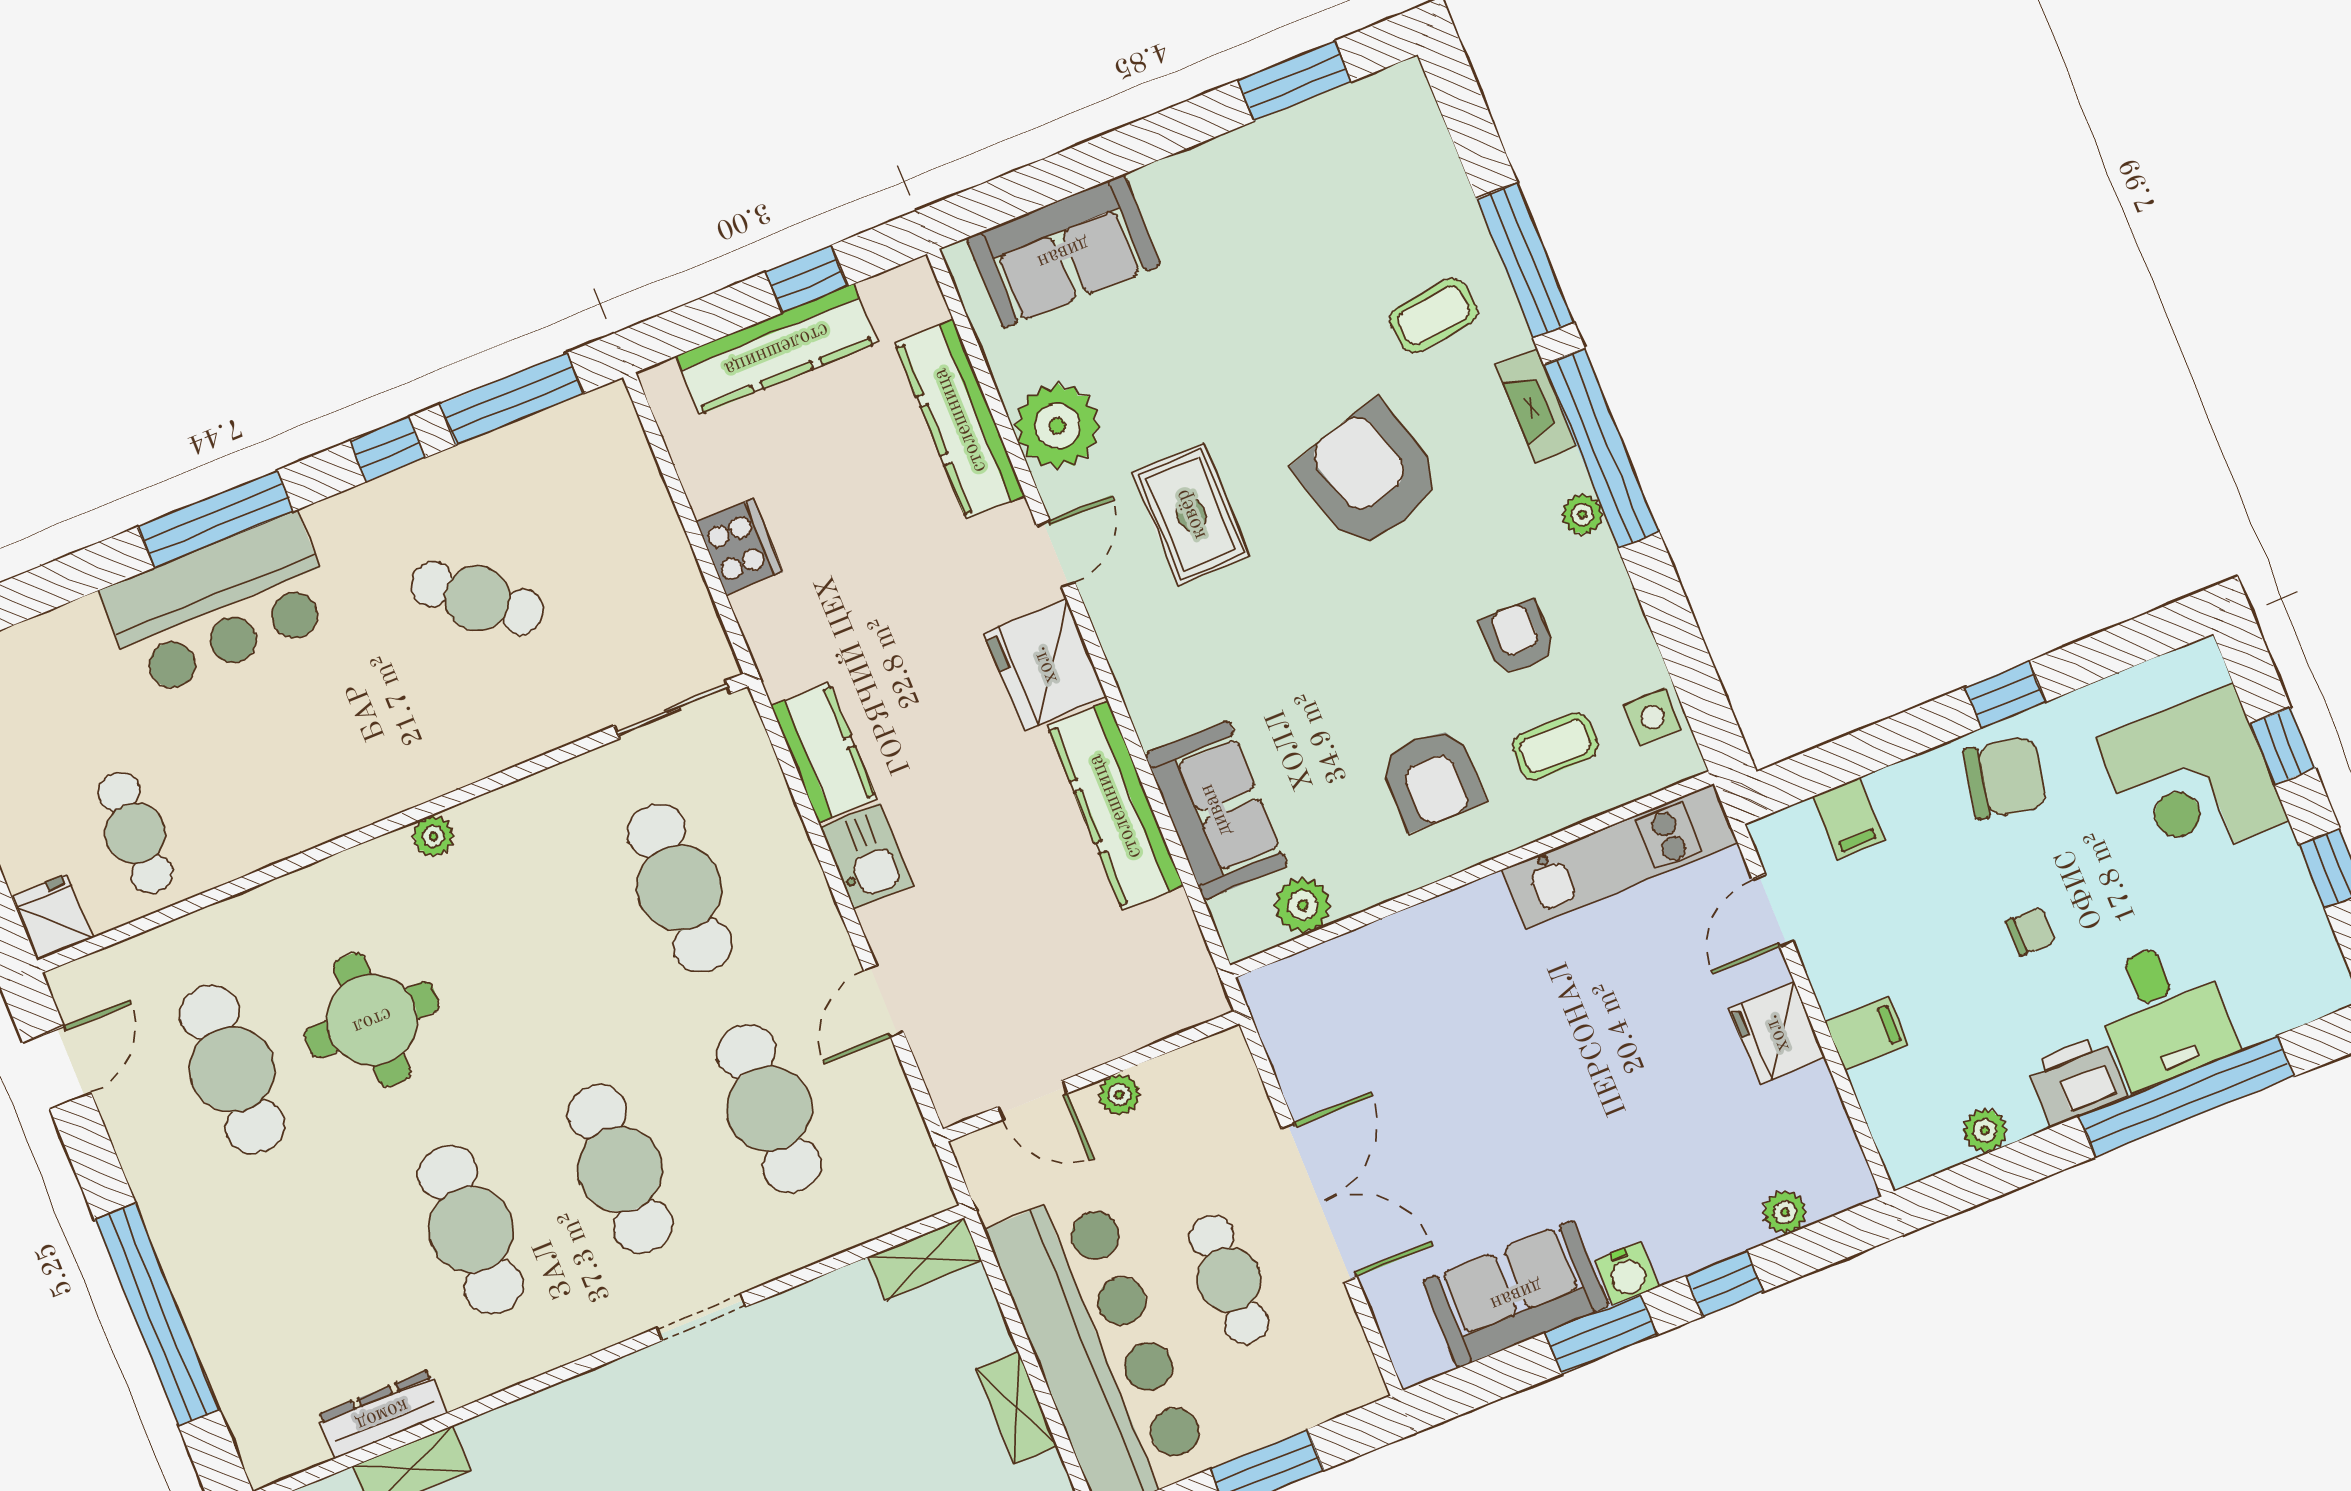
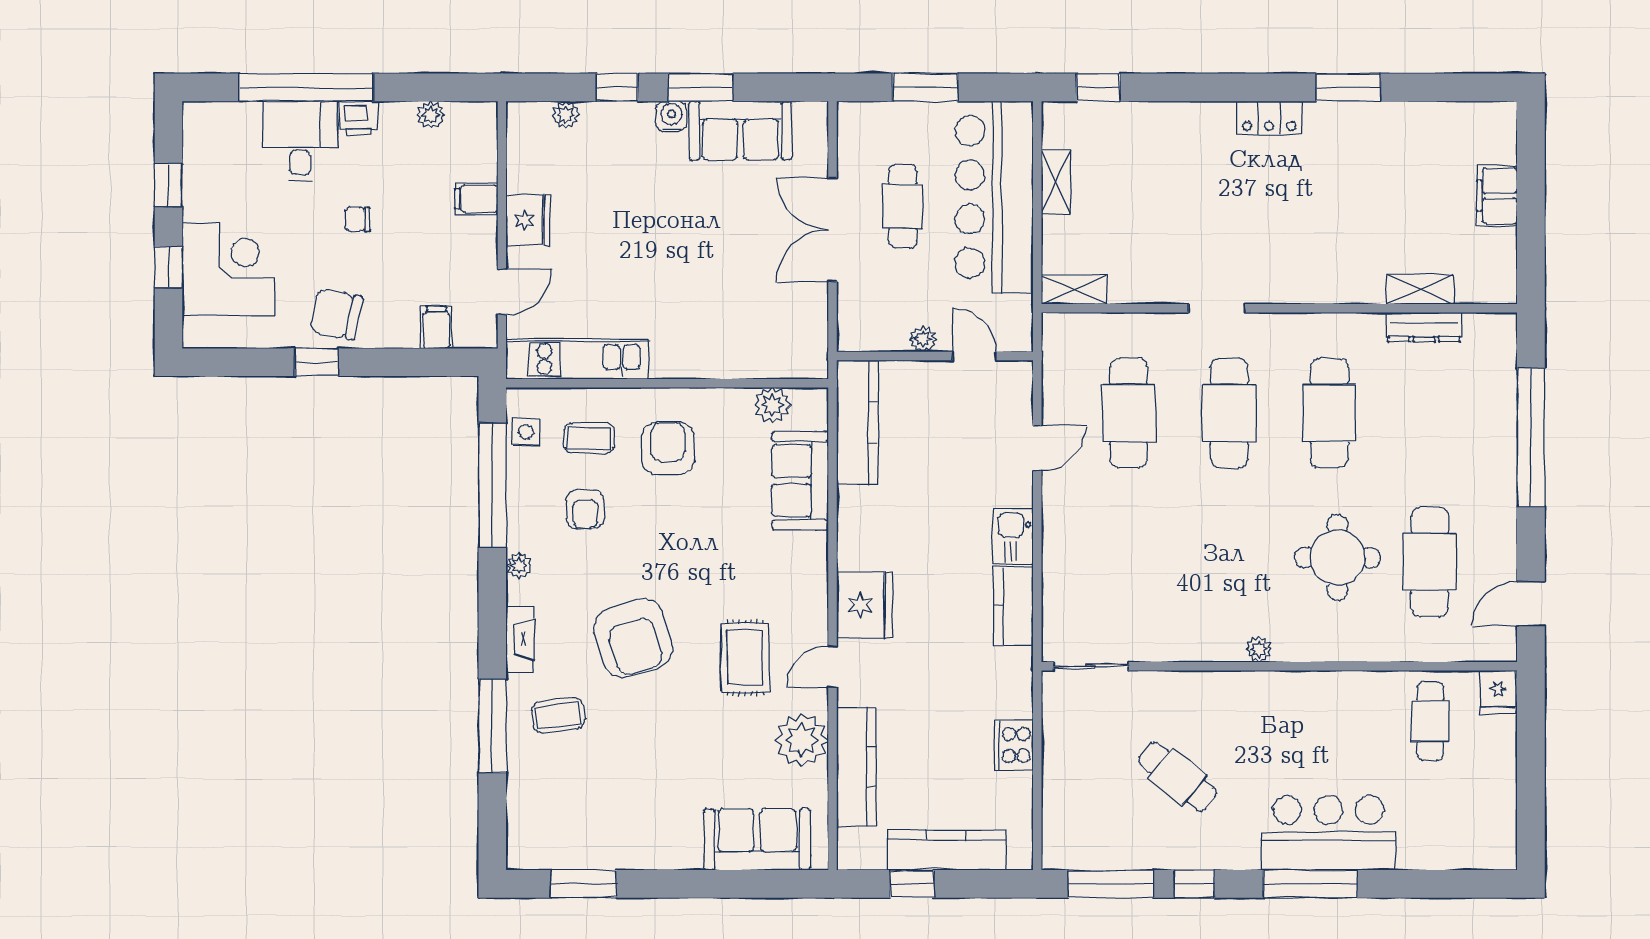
window: (1601, 448) -> (492, 485), moved
kitchen counter: (1115, 806) -> (857, 422), moved
cafe table: (679, 888) -> (1129, 562), removed
printer: (2077, 1080) -> (359, 118), width x0.73, depth x0.81

